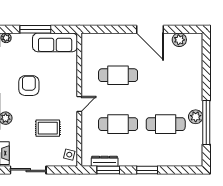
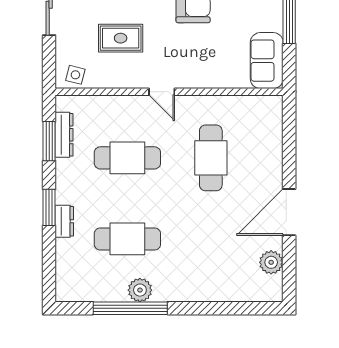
sofa: (55, 42) -> (267, 61), width x0.73
cafe table: (118, 124) -> (127, 158), turned 90
cafe table: (166, 124) -> (127, 239), turned 90
rug: (48, 128) -> (121, 38), turned 90
dresser: (155, 161) -> (64, 221), added

